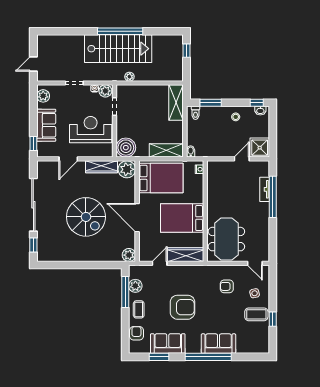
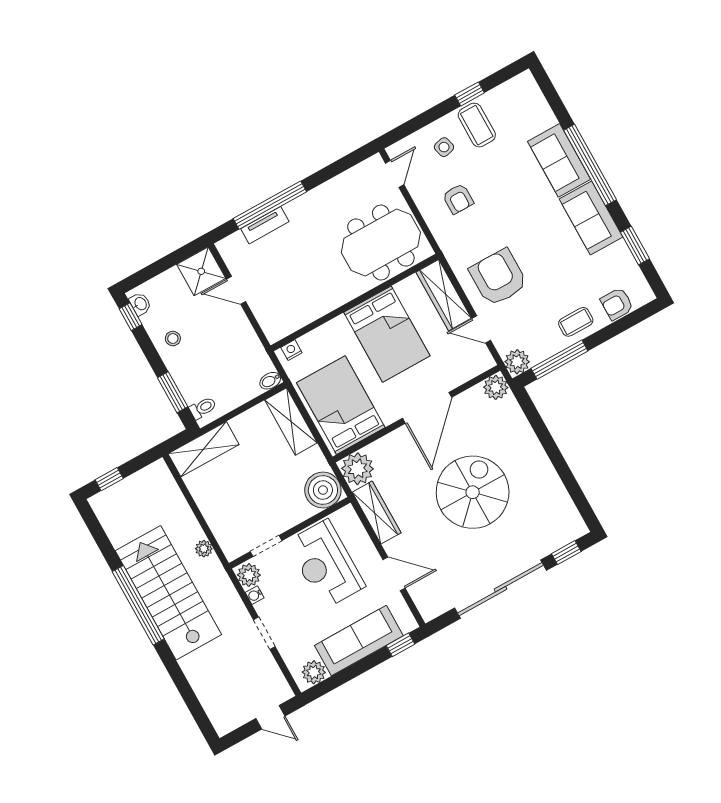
sofa: (46, 125) -> (359, 641), width x1.36
plant: (135, 286) -> (517, 362), moved
armchair: (183, 307) -> (498, 277), moved
sofa: (168, 344) -> (591, 218), moved

